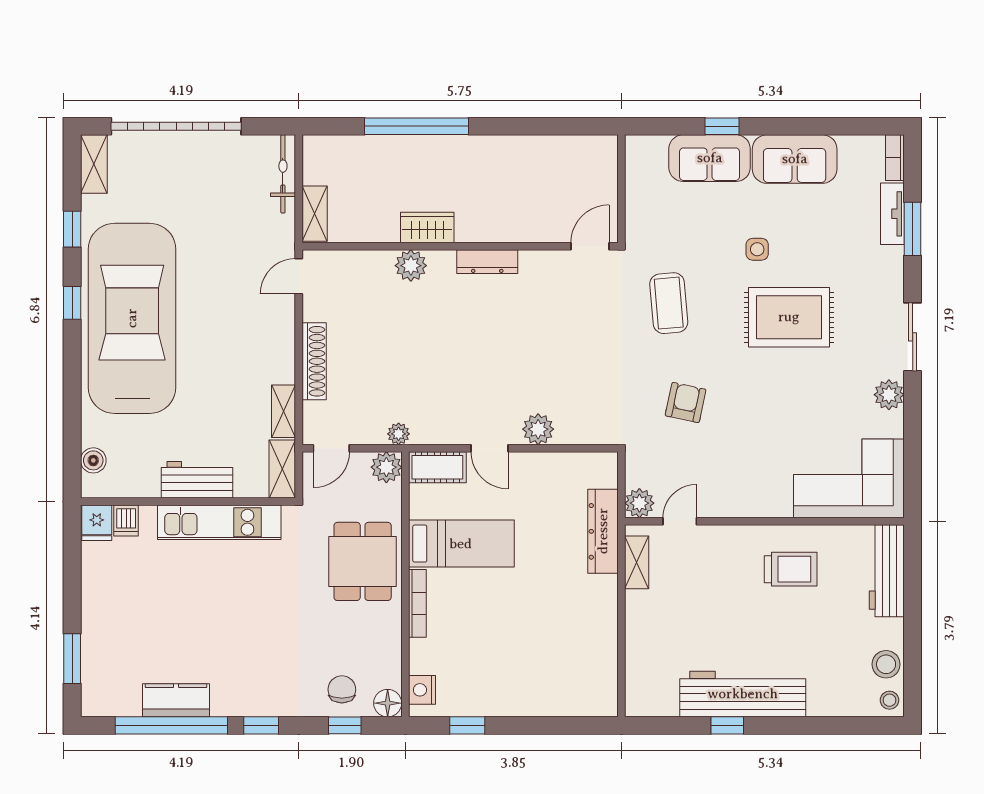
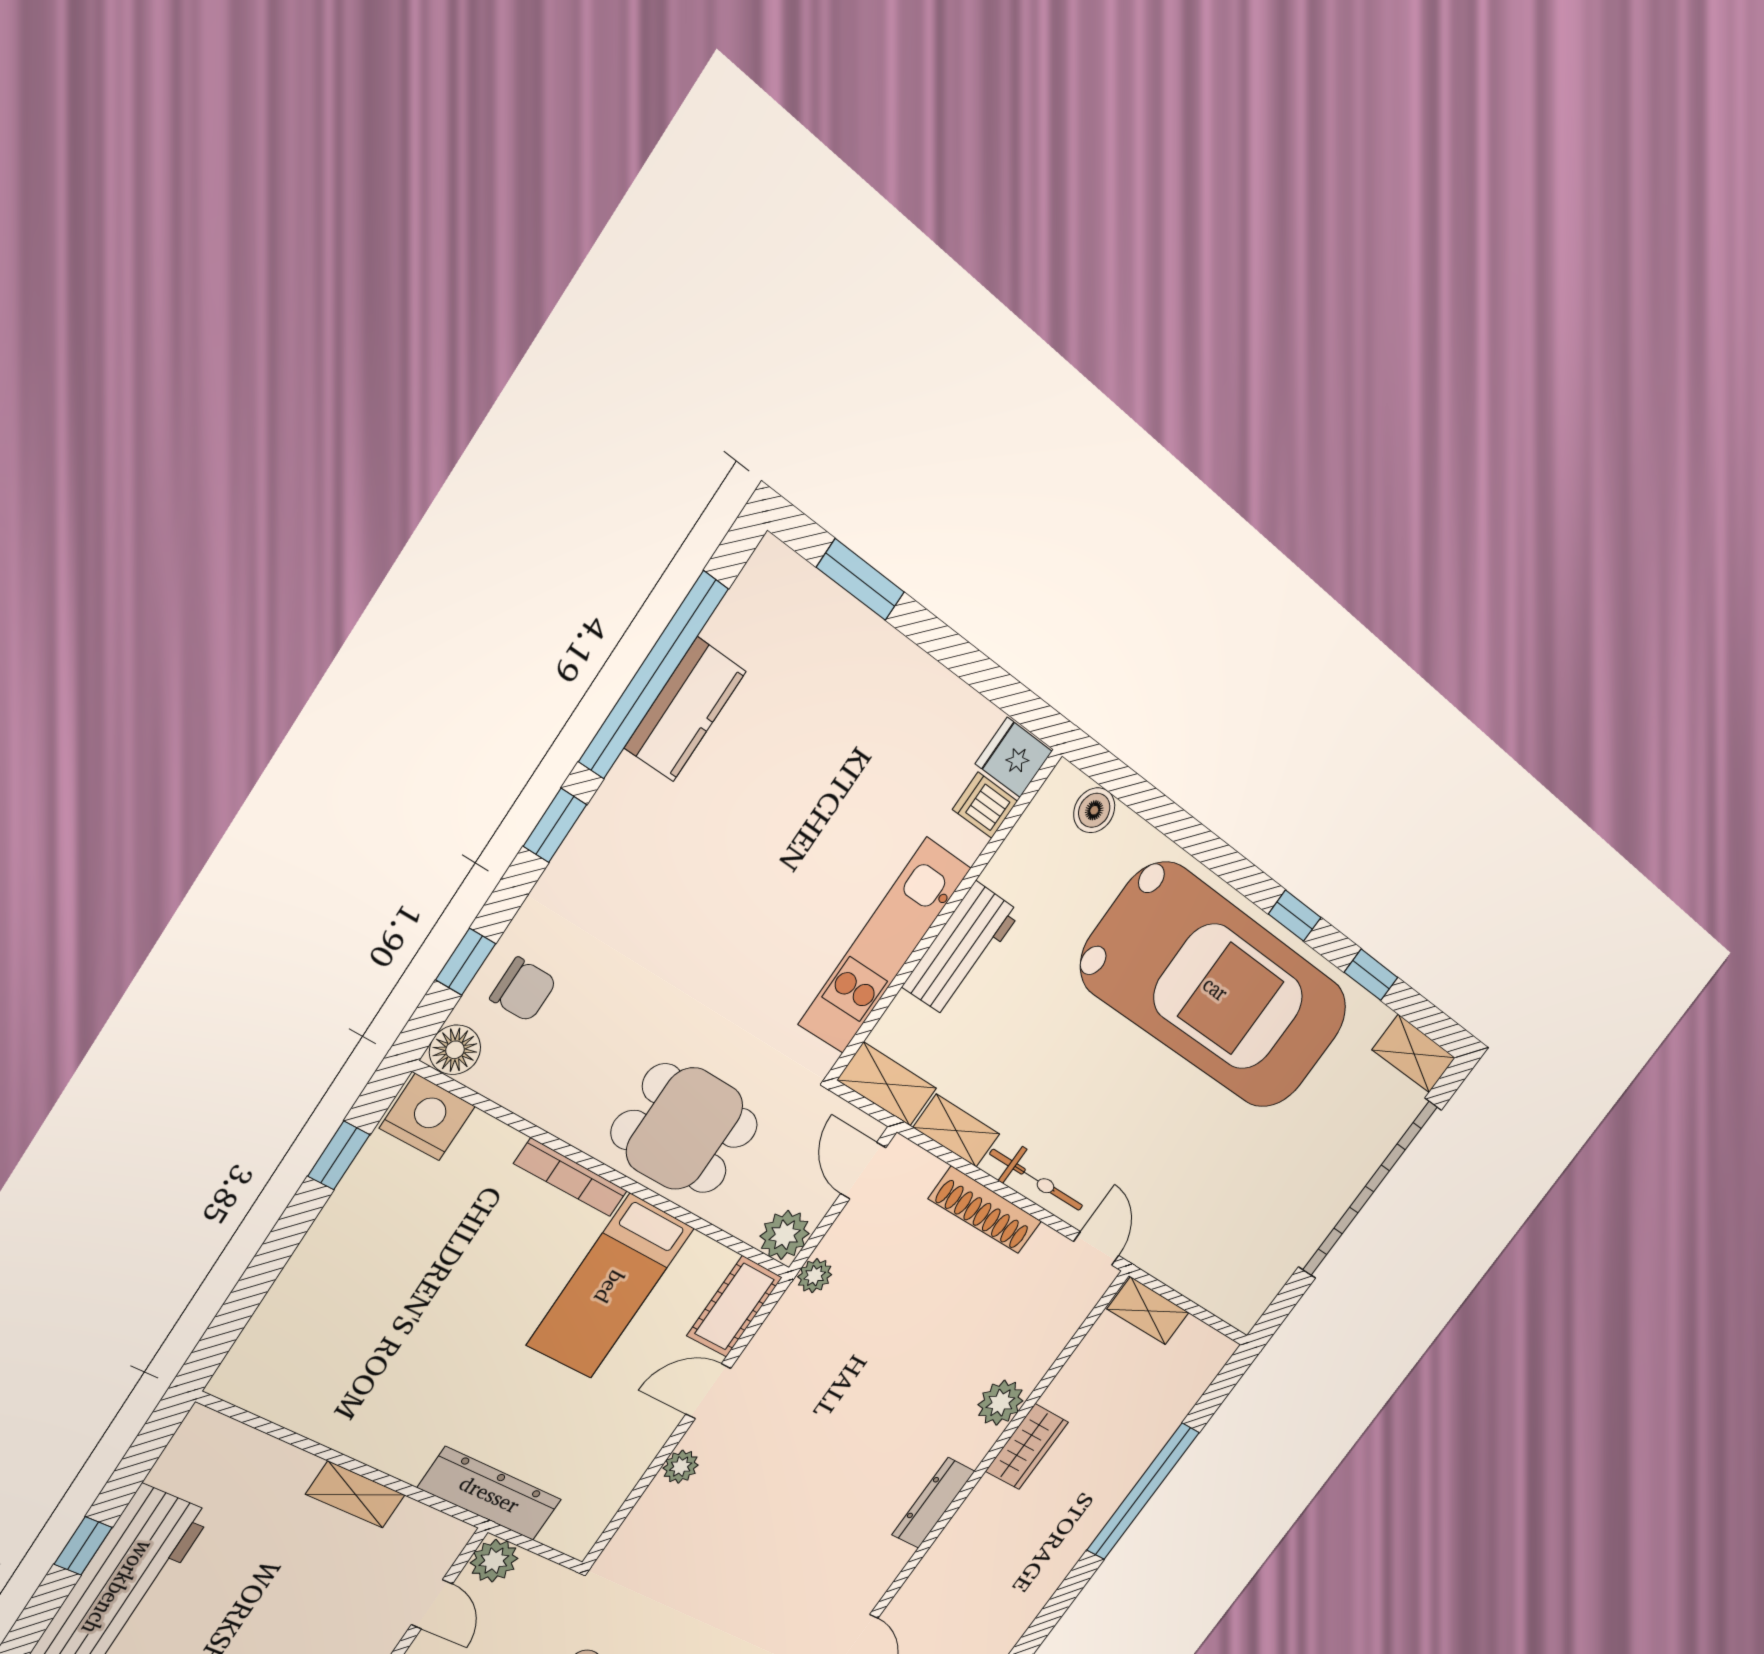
bicycle: (283, 174) -> (1037, 1180), moved
plant: (538, 429) -> (681, 1467), width x0.73, depth x0.73
shelving: (637, 562) -> (355, 1495), moved
nightstand: (422, 690) -> (427, 1117), width x1.36, depth x1.33

